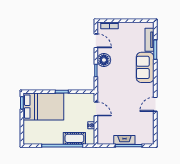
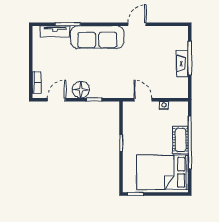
sofa: (145, 67) -> (97, 37), width x1.36
door: (155, 104) -> (137, 24), swing flipped
bed: (43, 107) -> (162, 172), moved, turned -90
door: (96, 109) -> (143, 100), hinge flipped
cot: (74, 138) -> (181, 140), moved

